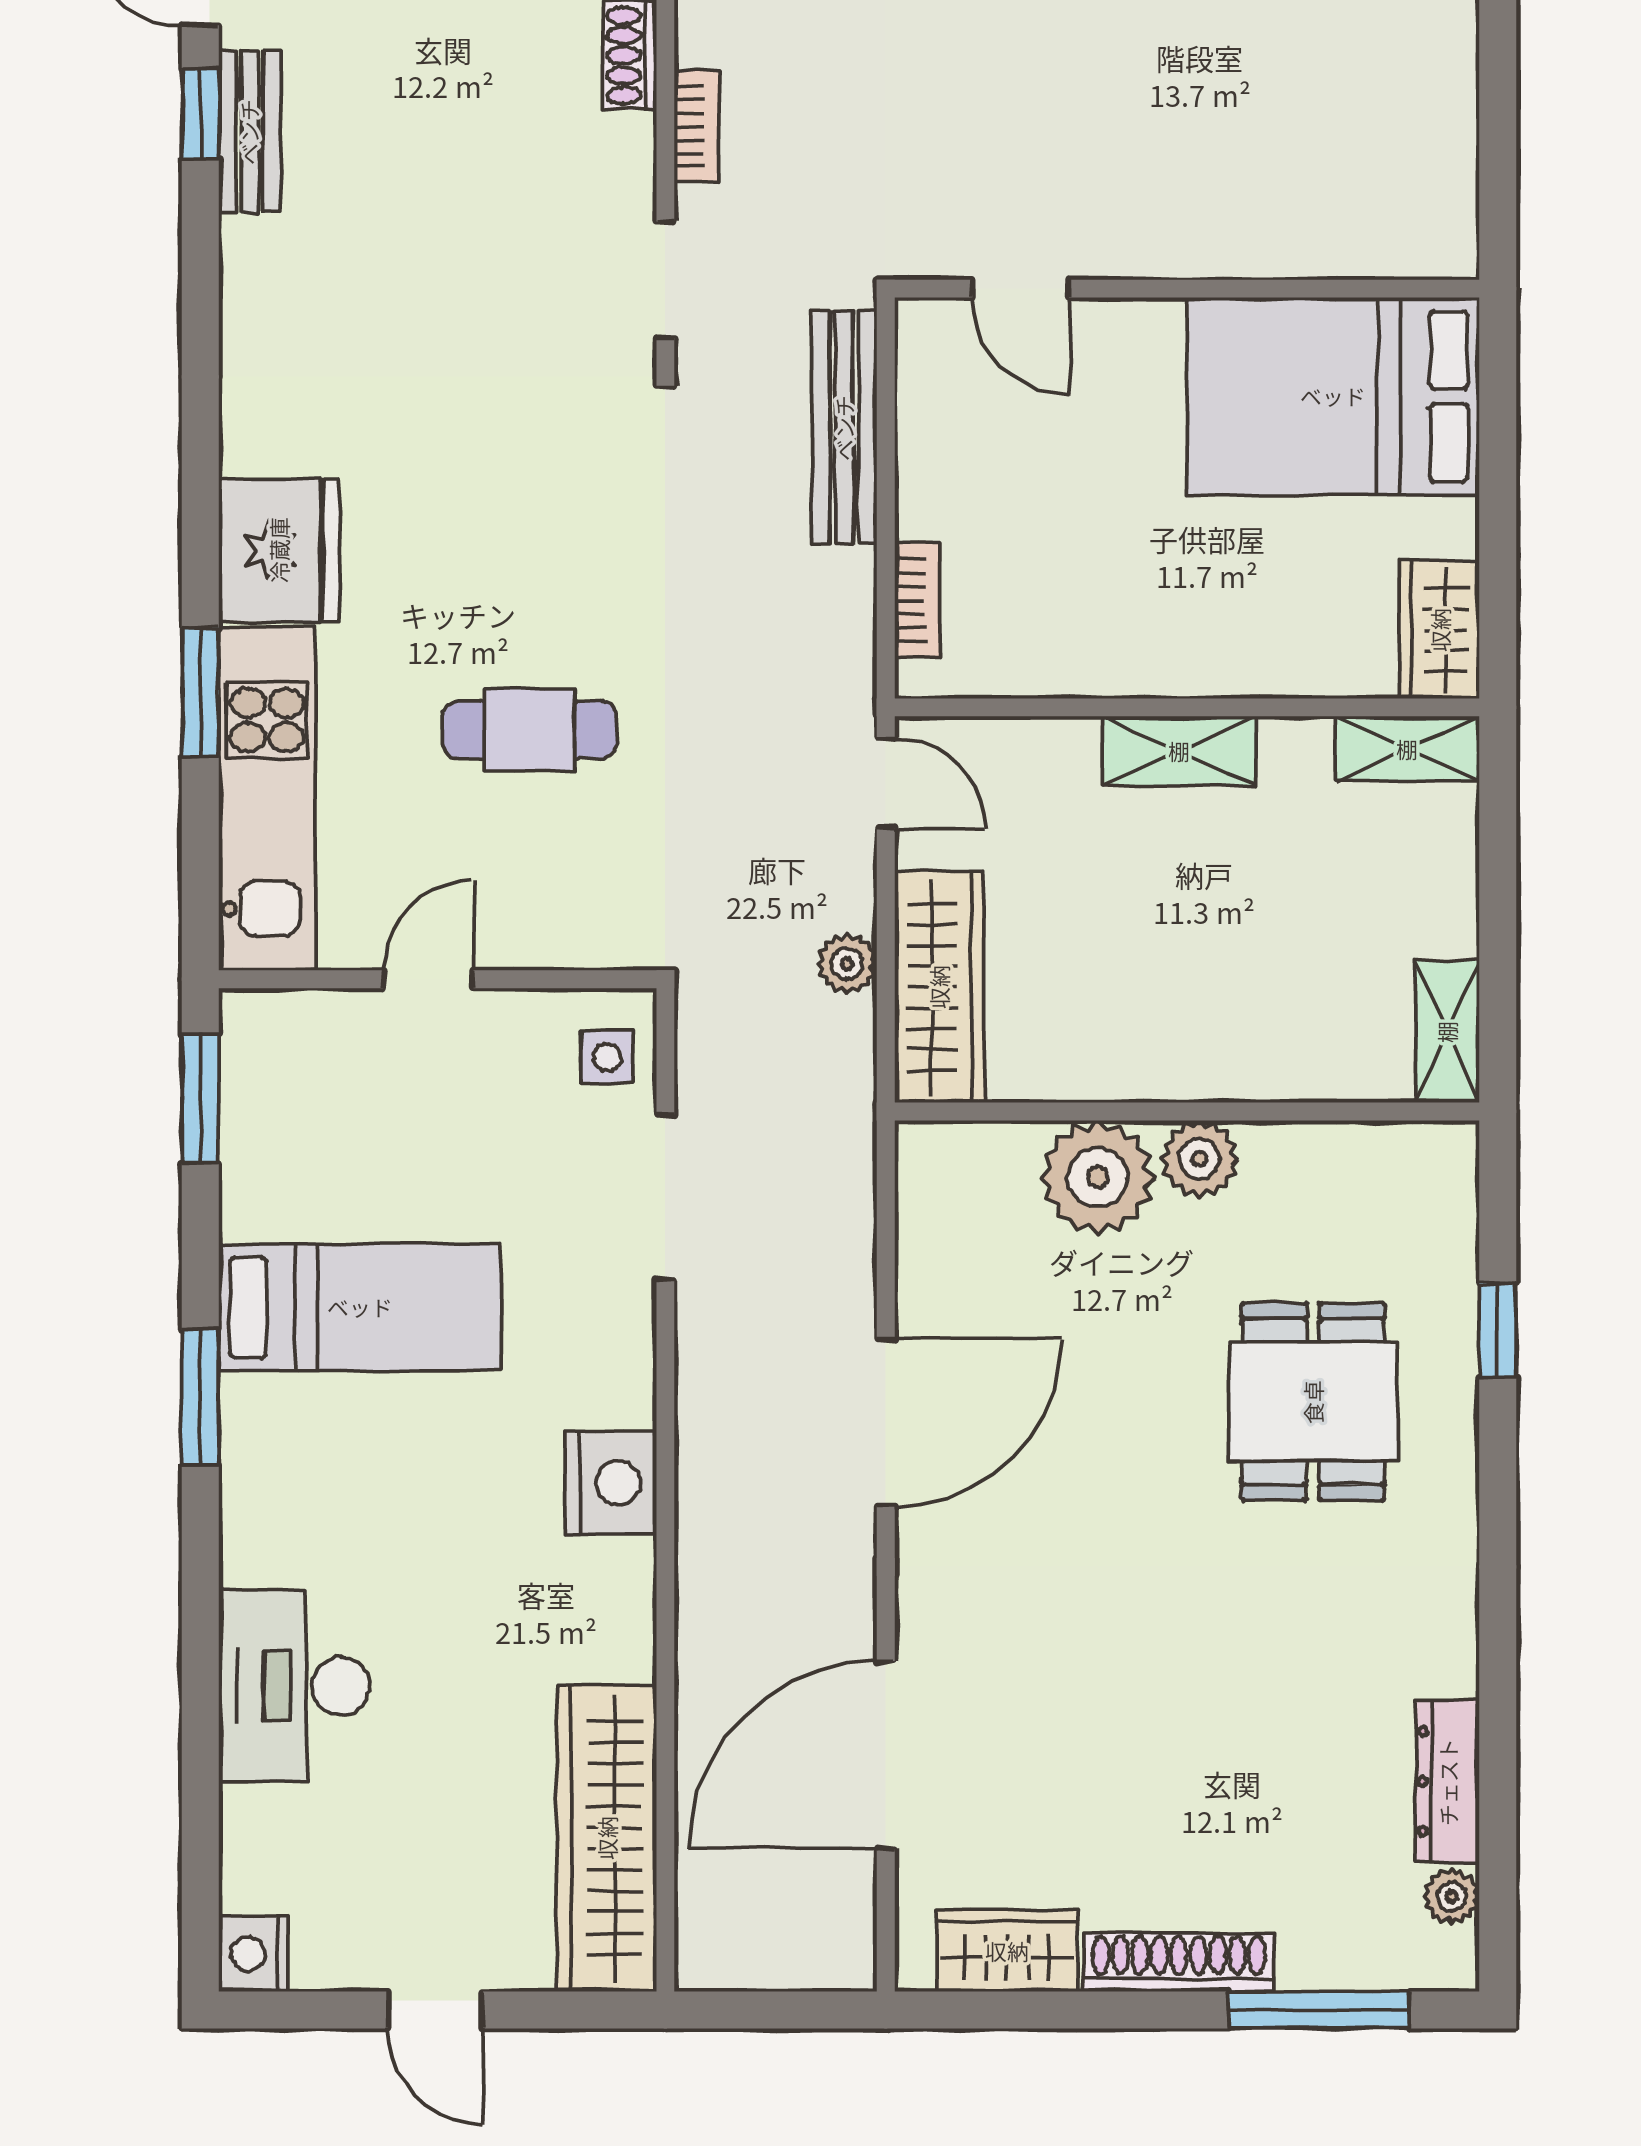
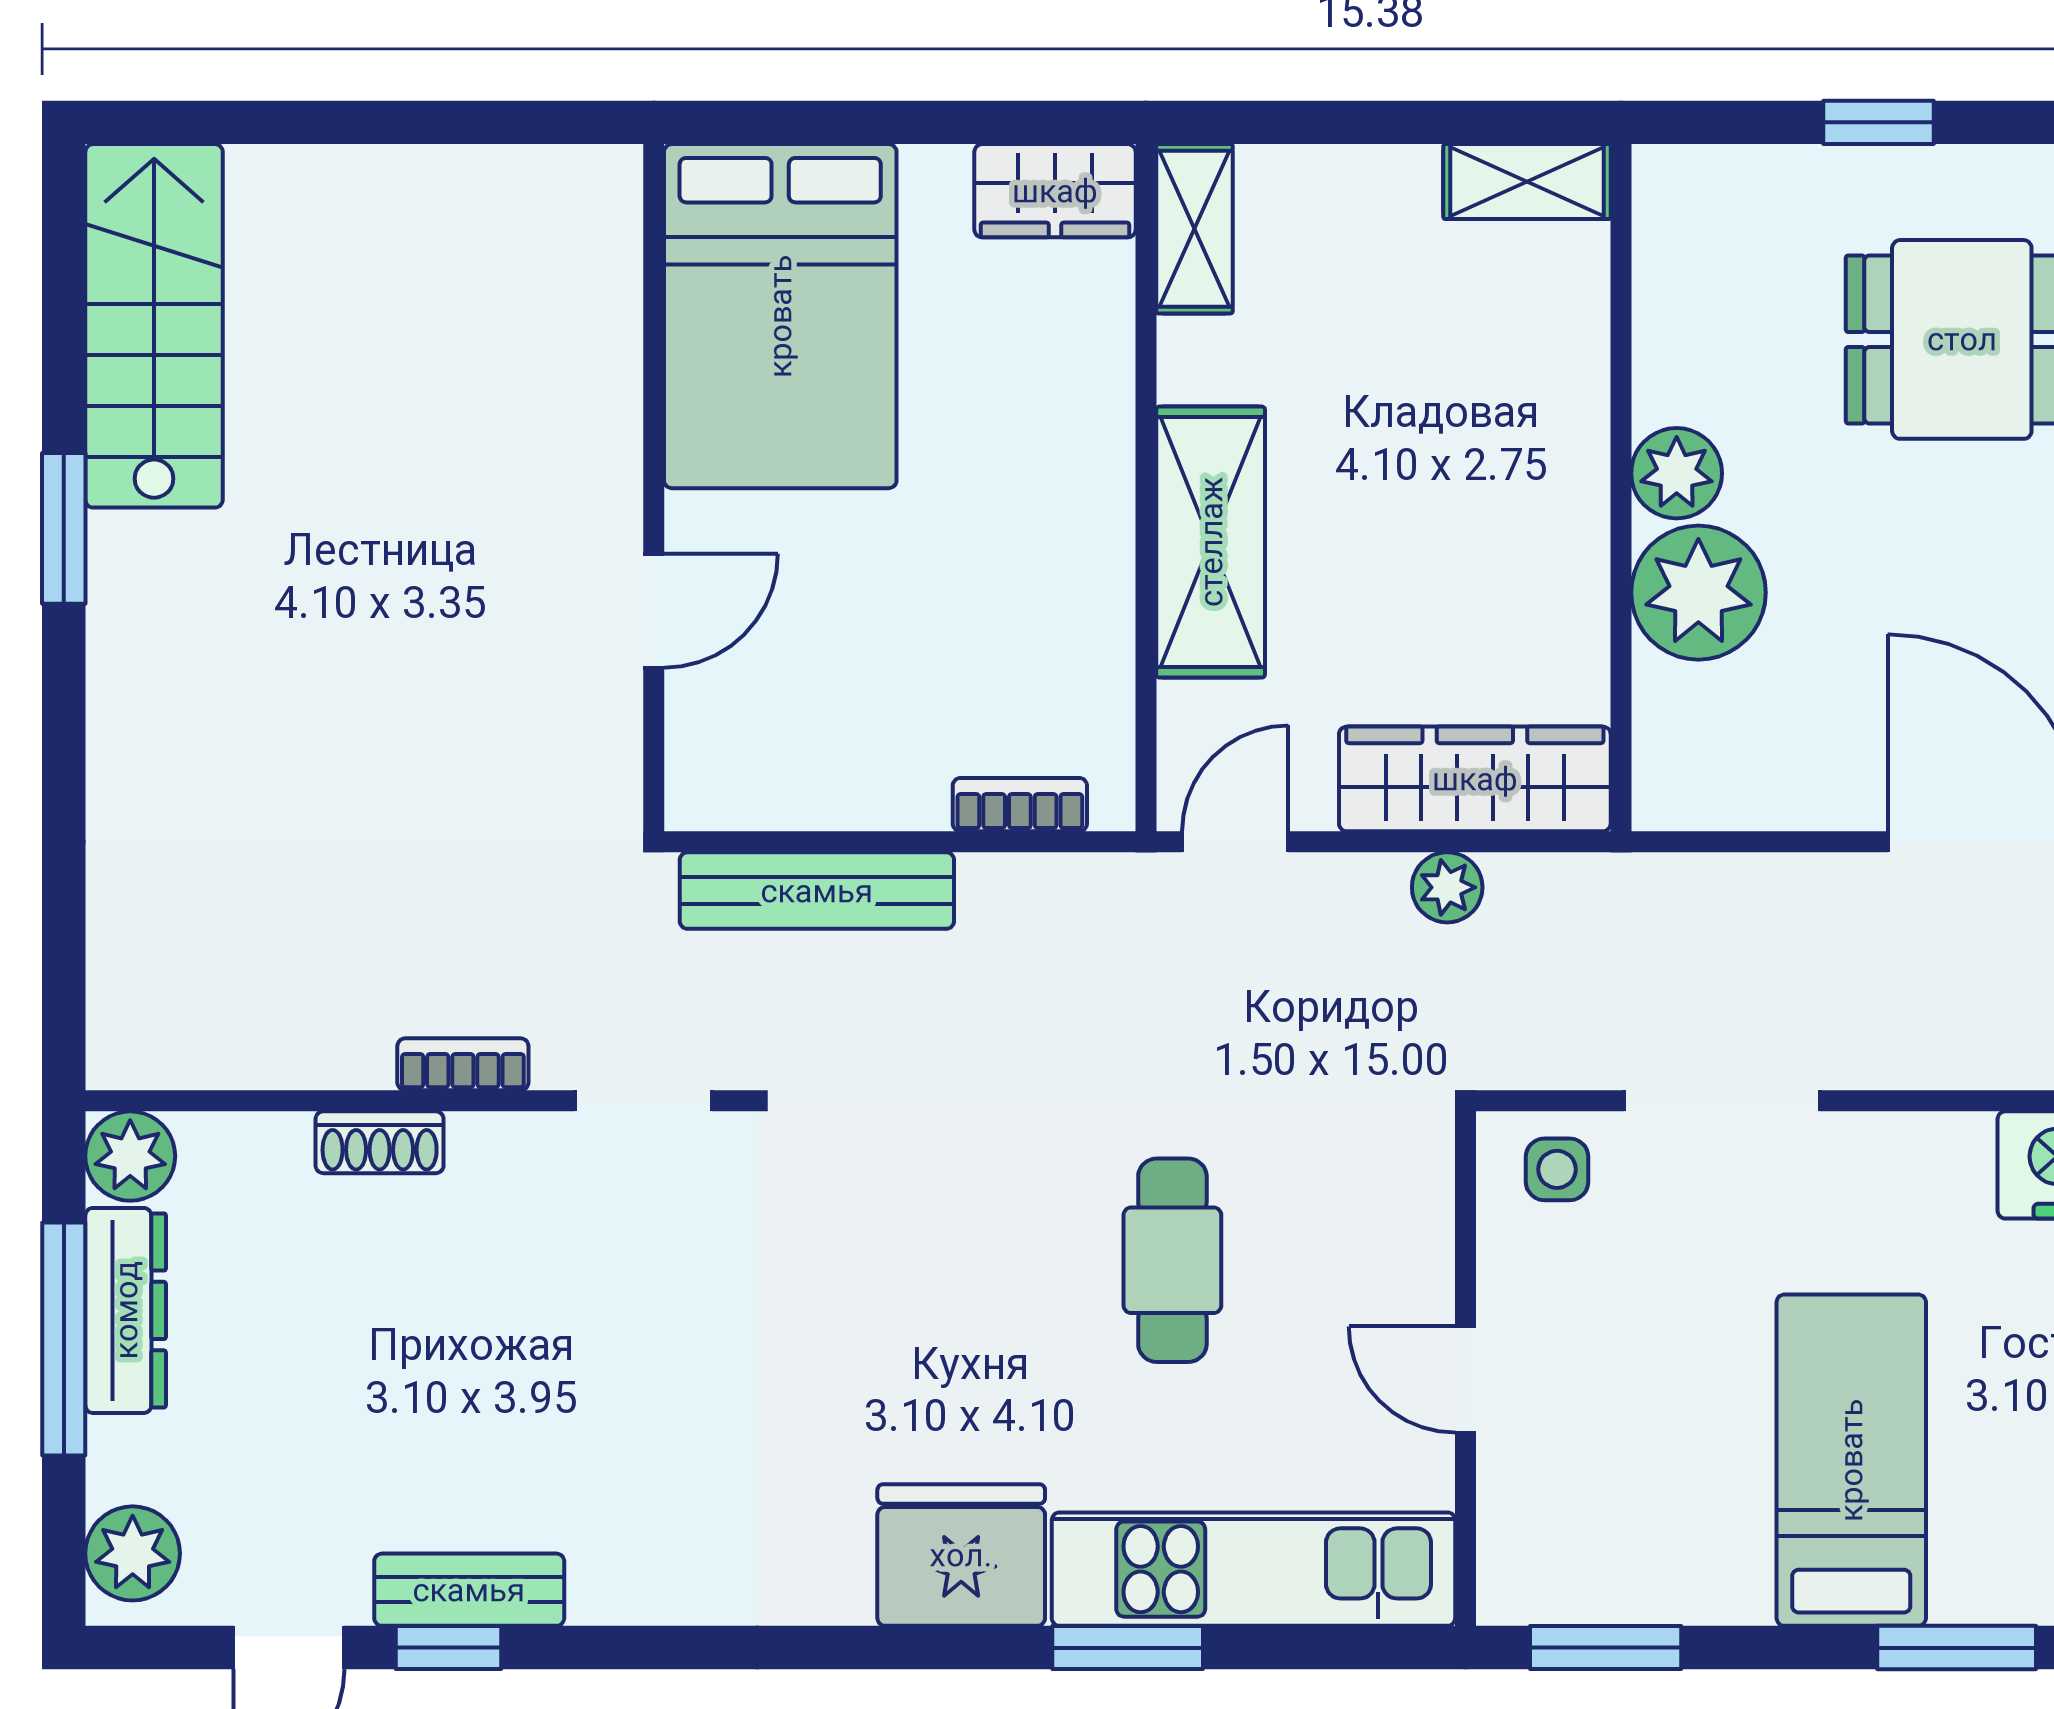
door: (1021, 289) -> (654, 611), moved
shelving: (1179, 751) -> (1211, 542), width x1.50, depth x1.33

